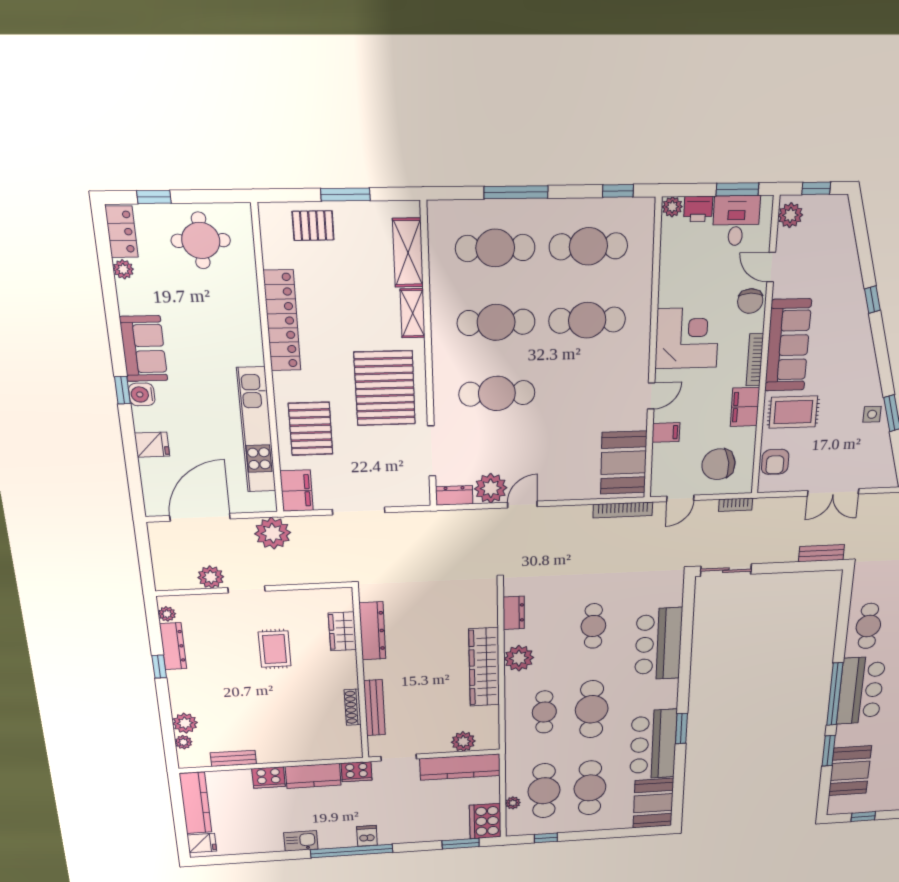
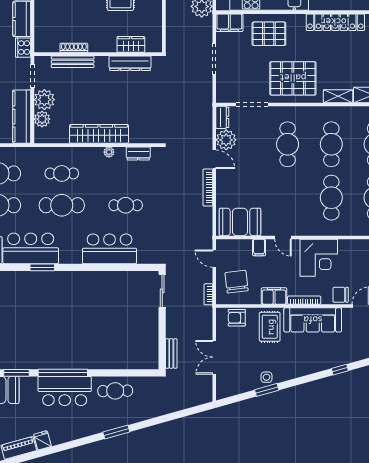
bookcase: (623, 510) -> (208, 188), moved
plant: (519, 658) -> (109, 152), width x0.53, depth x0.53
plant: (434, 740) -> (44, 100), added

